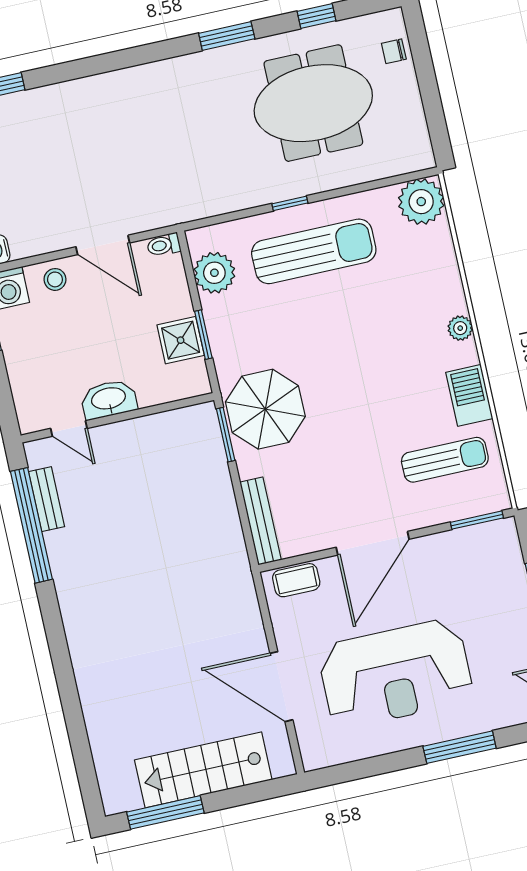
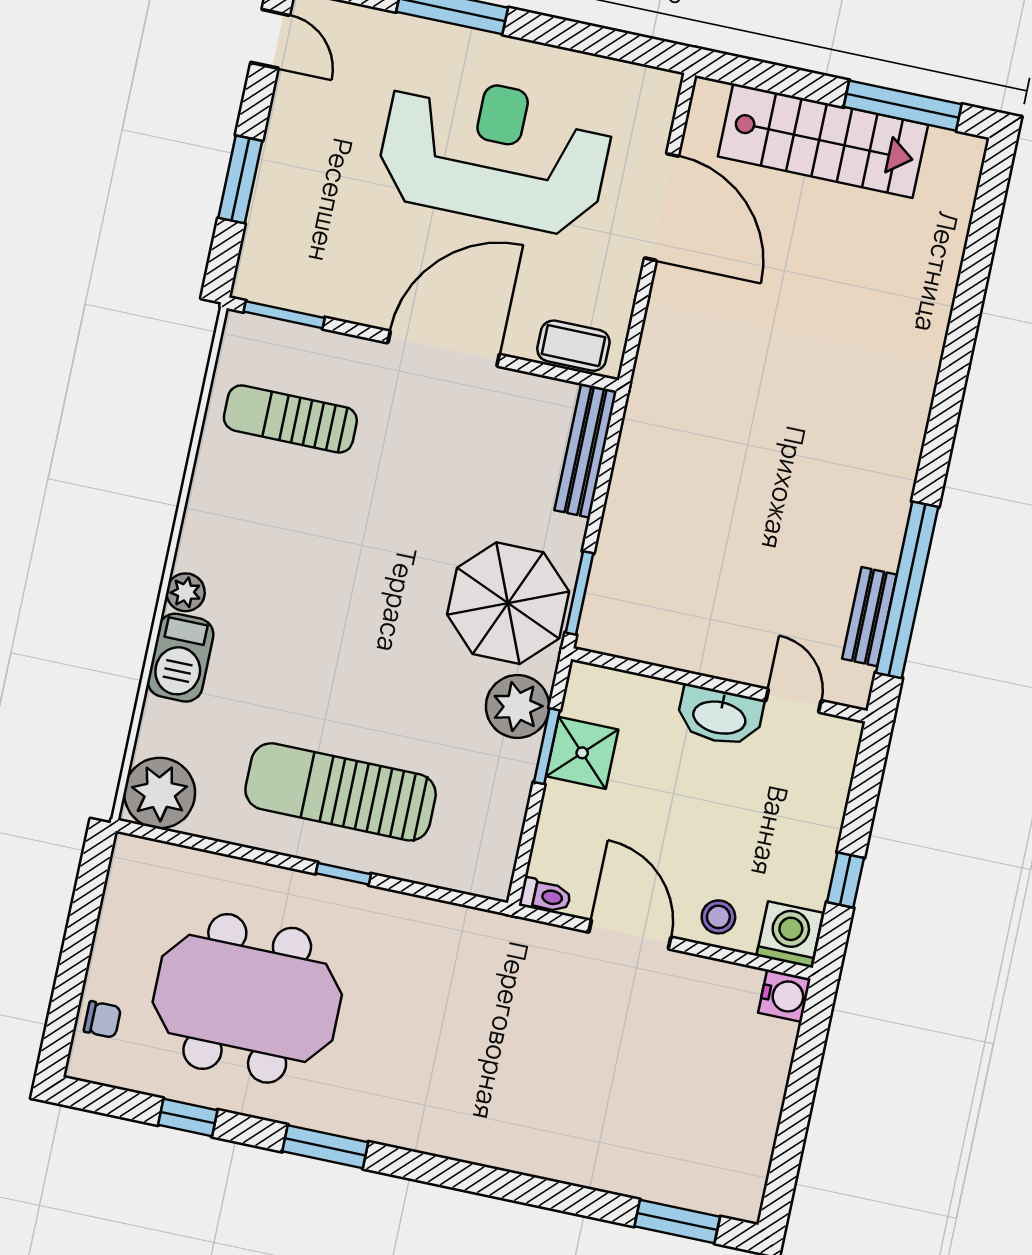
plant: (214, 273) -> (518, 706), moved
barbecue: (469, 395) -> (181, 658), moved

